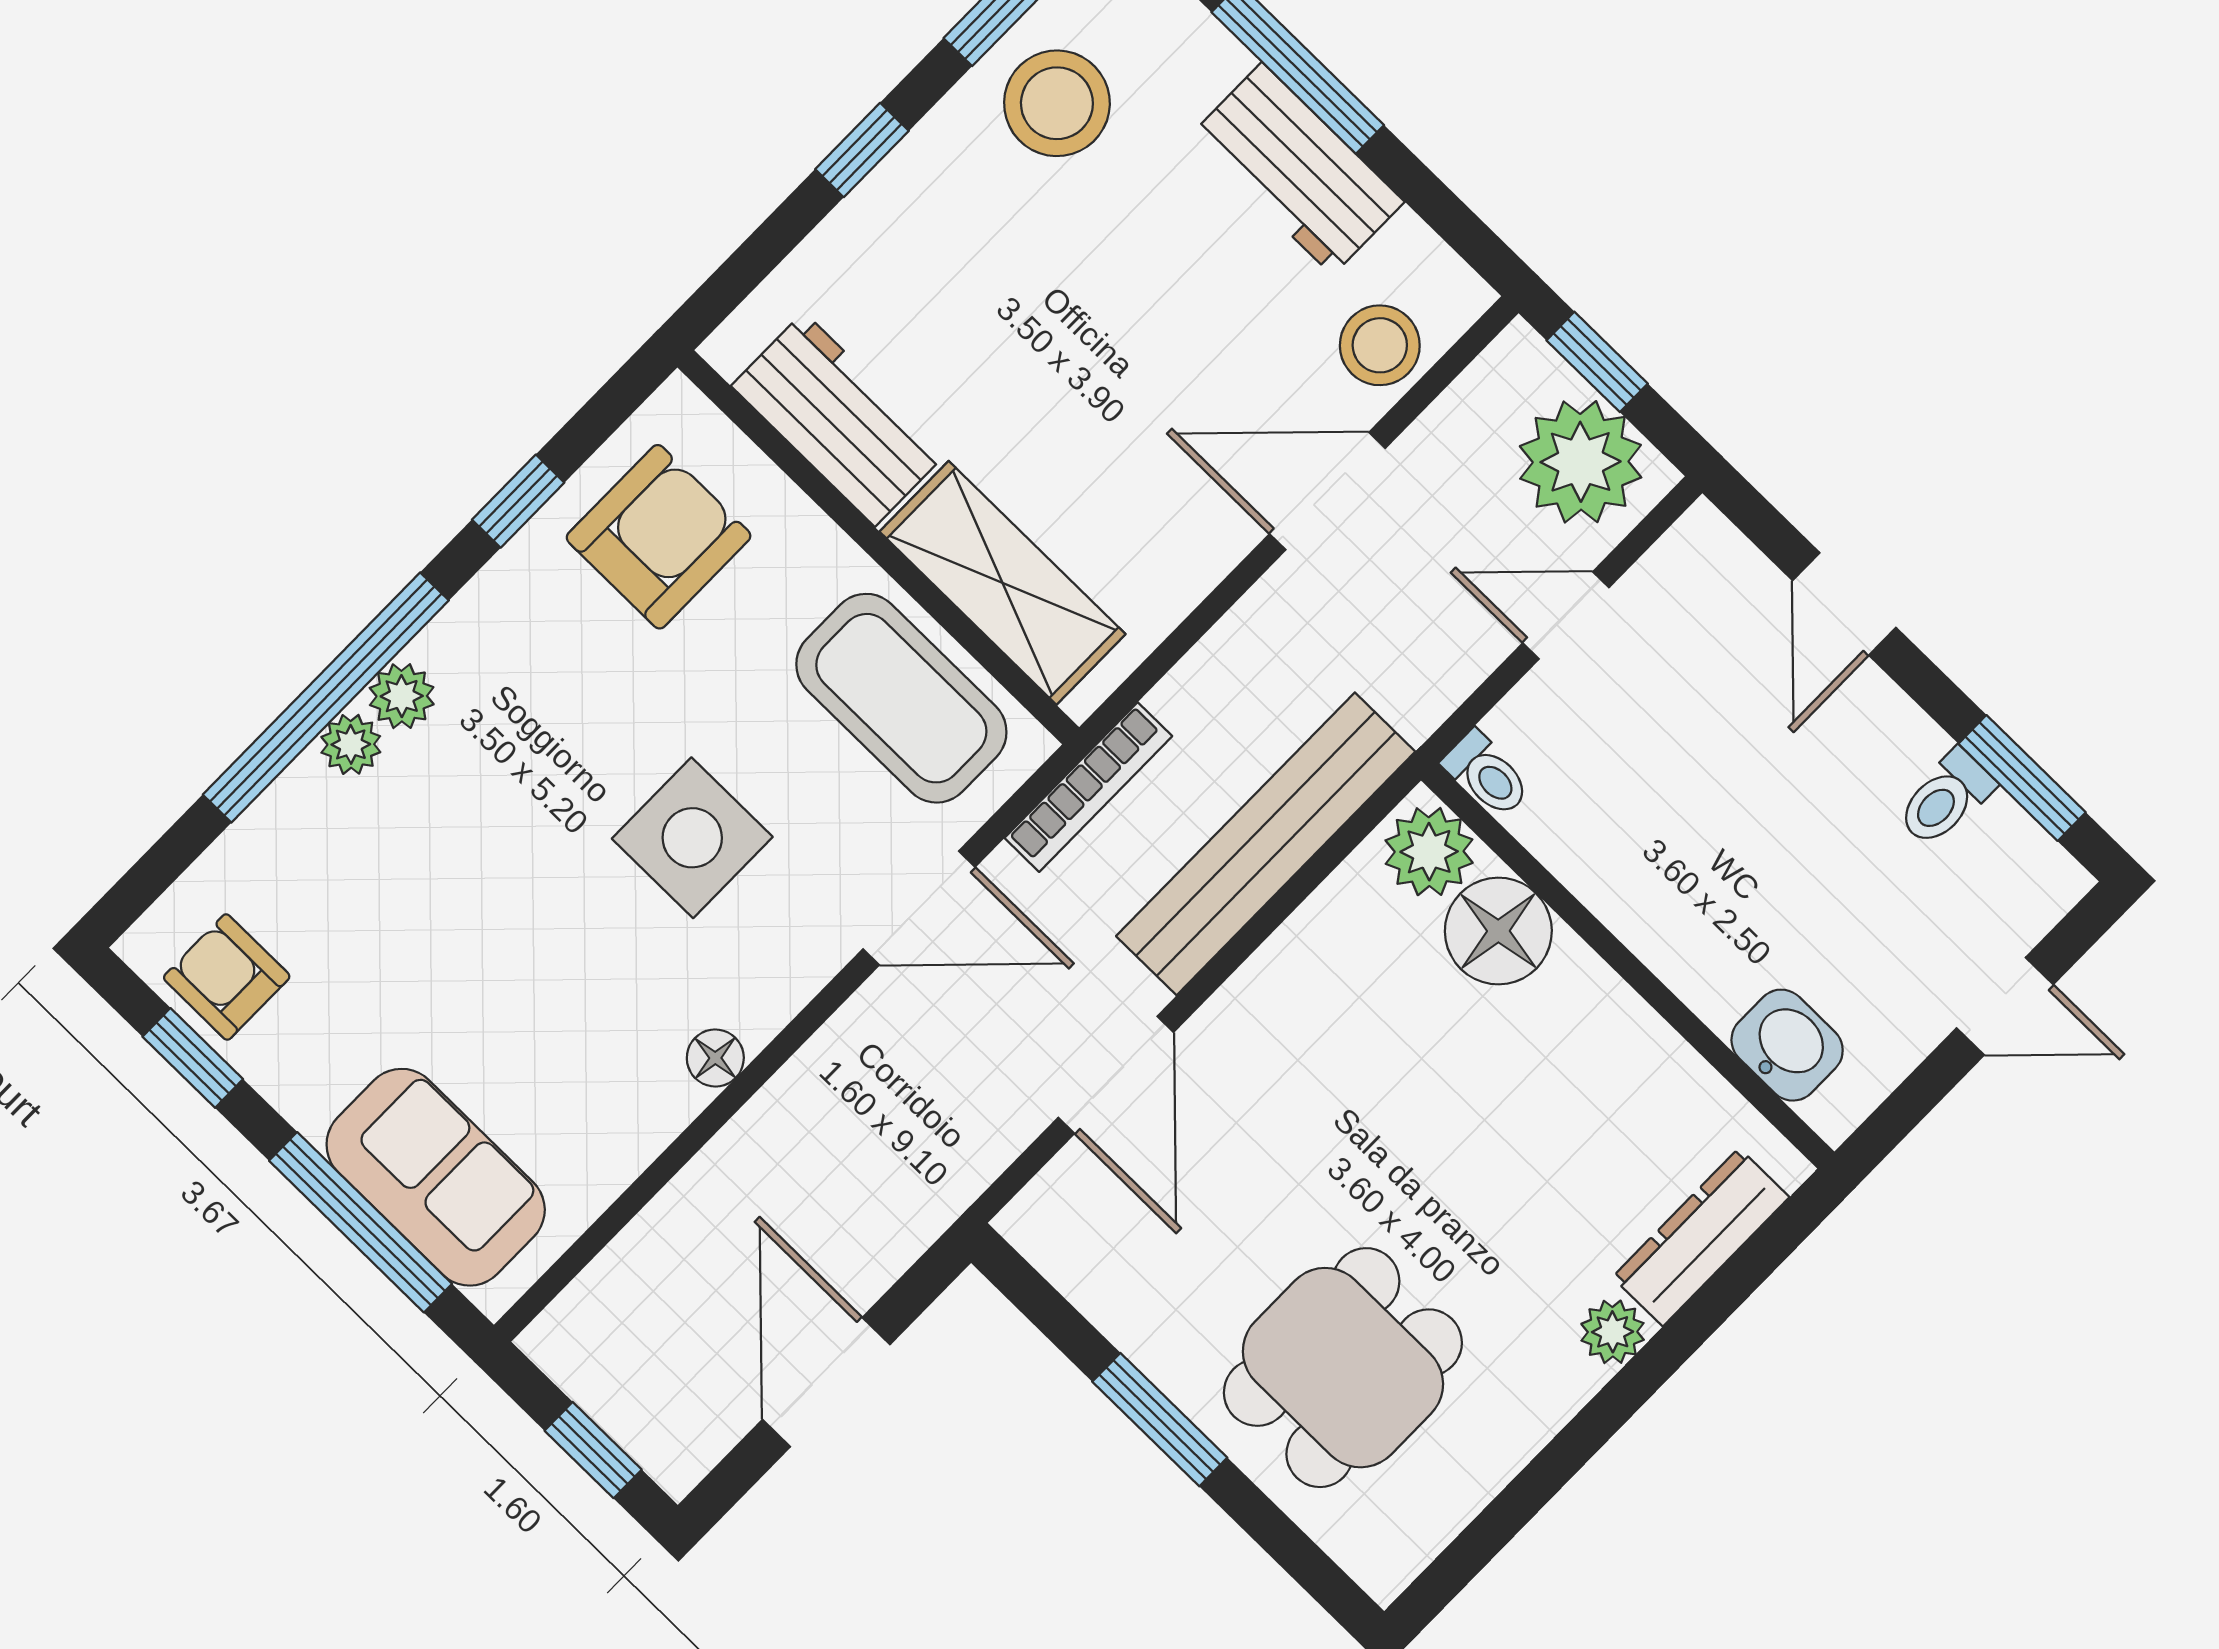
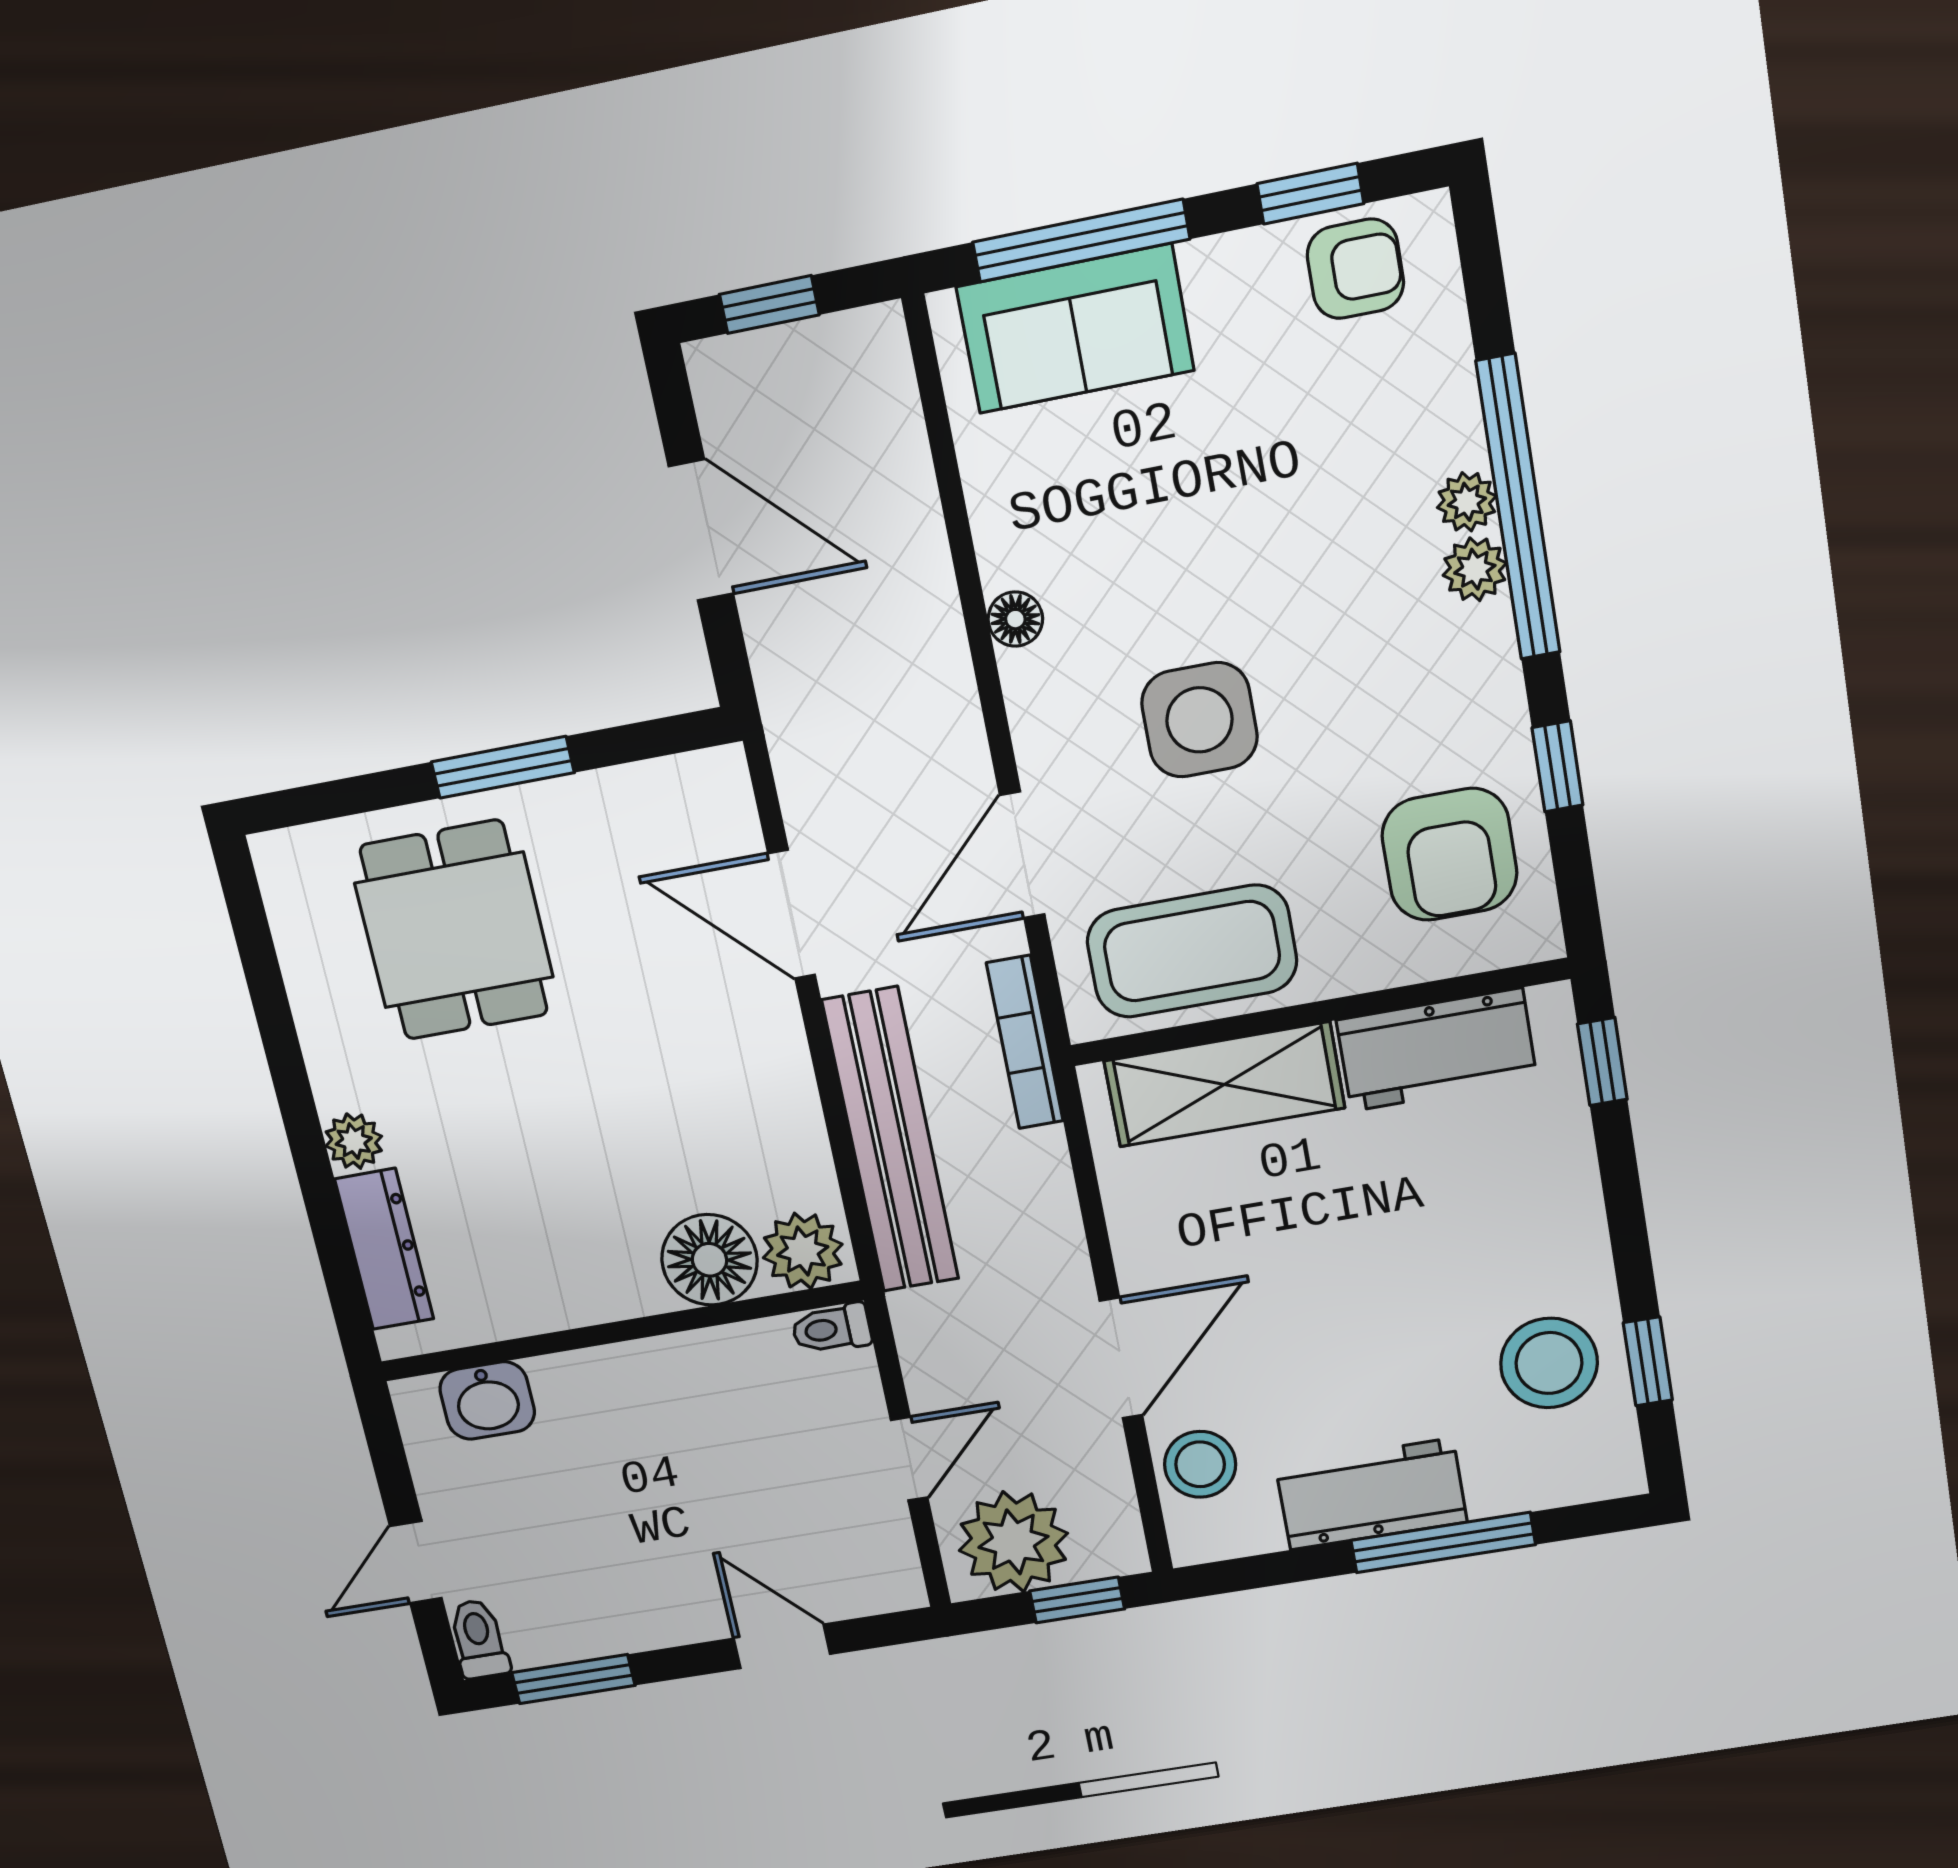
window: (862, 150) -> (1602, 1062), moved
toilet: (1945, 798) -> (479, 1639), moved

